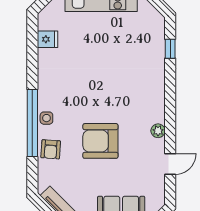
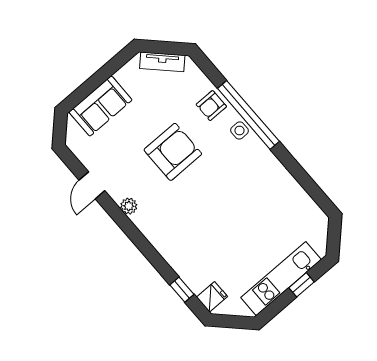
fridge: (47, 39) -> (212, 297), moved, turned 180
armchair: (51, 149) -> (211, 106), turned -94

